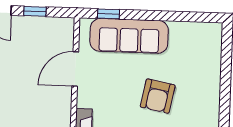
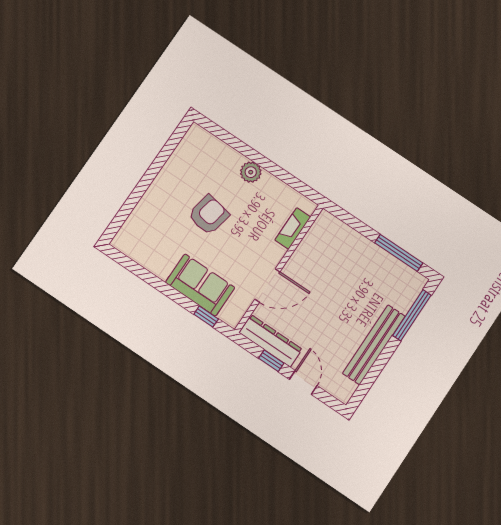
dresser: (45, 27) -> (271, 341), added
sofa: (129, 36) -> (200, 285), width x0.73

